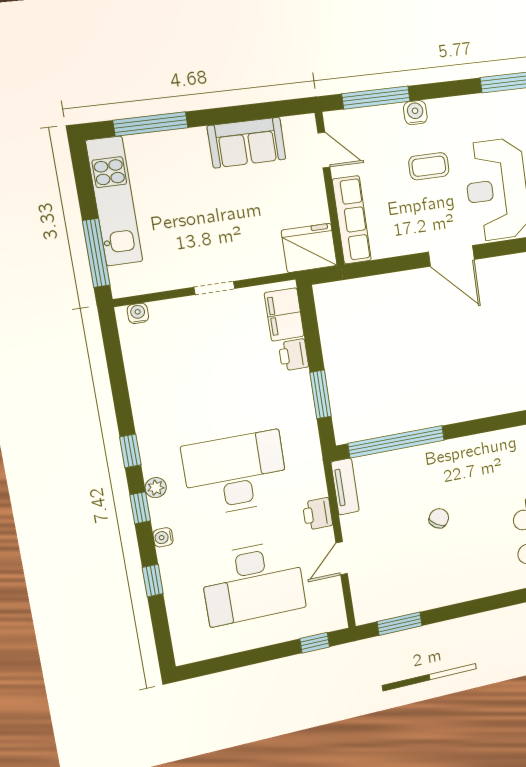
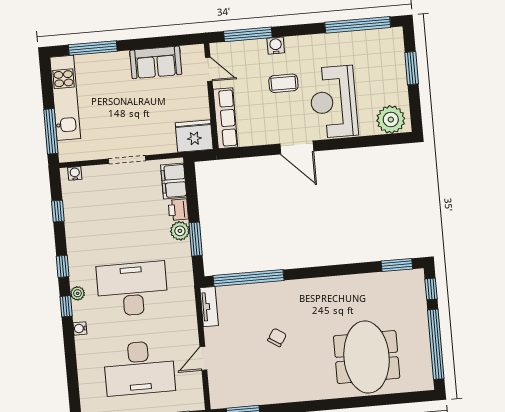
doorway: (214, 288) -> (127, 160), width x1.38
plant: (298, 385) -> (180, 231), added
printer: (318, 514) -> (188, 324), removed
window: (153, 581) -> (58, 211), moved

